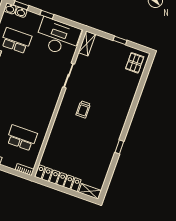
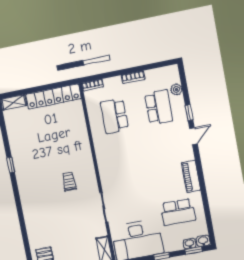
school desk: (22, 138) -> (114, 116), turned 90

